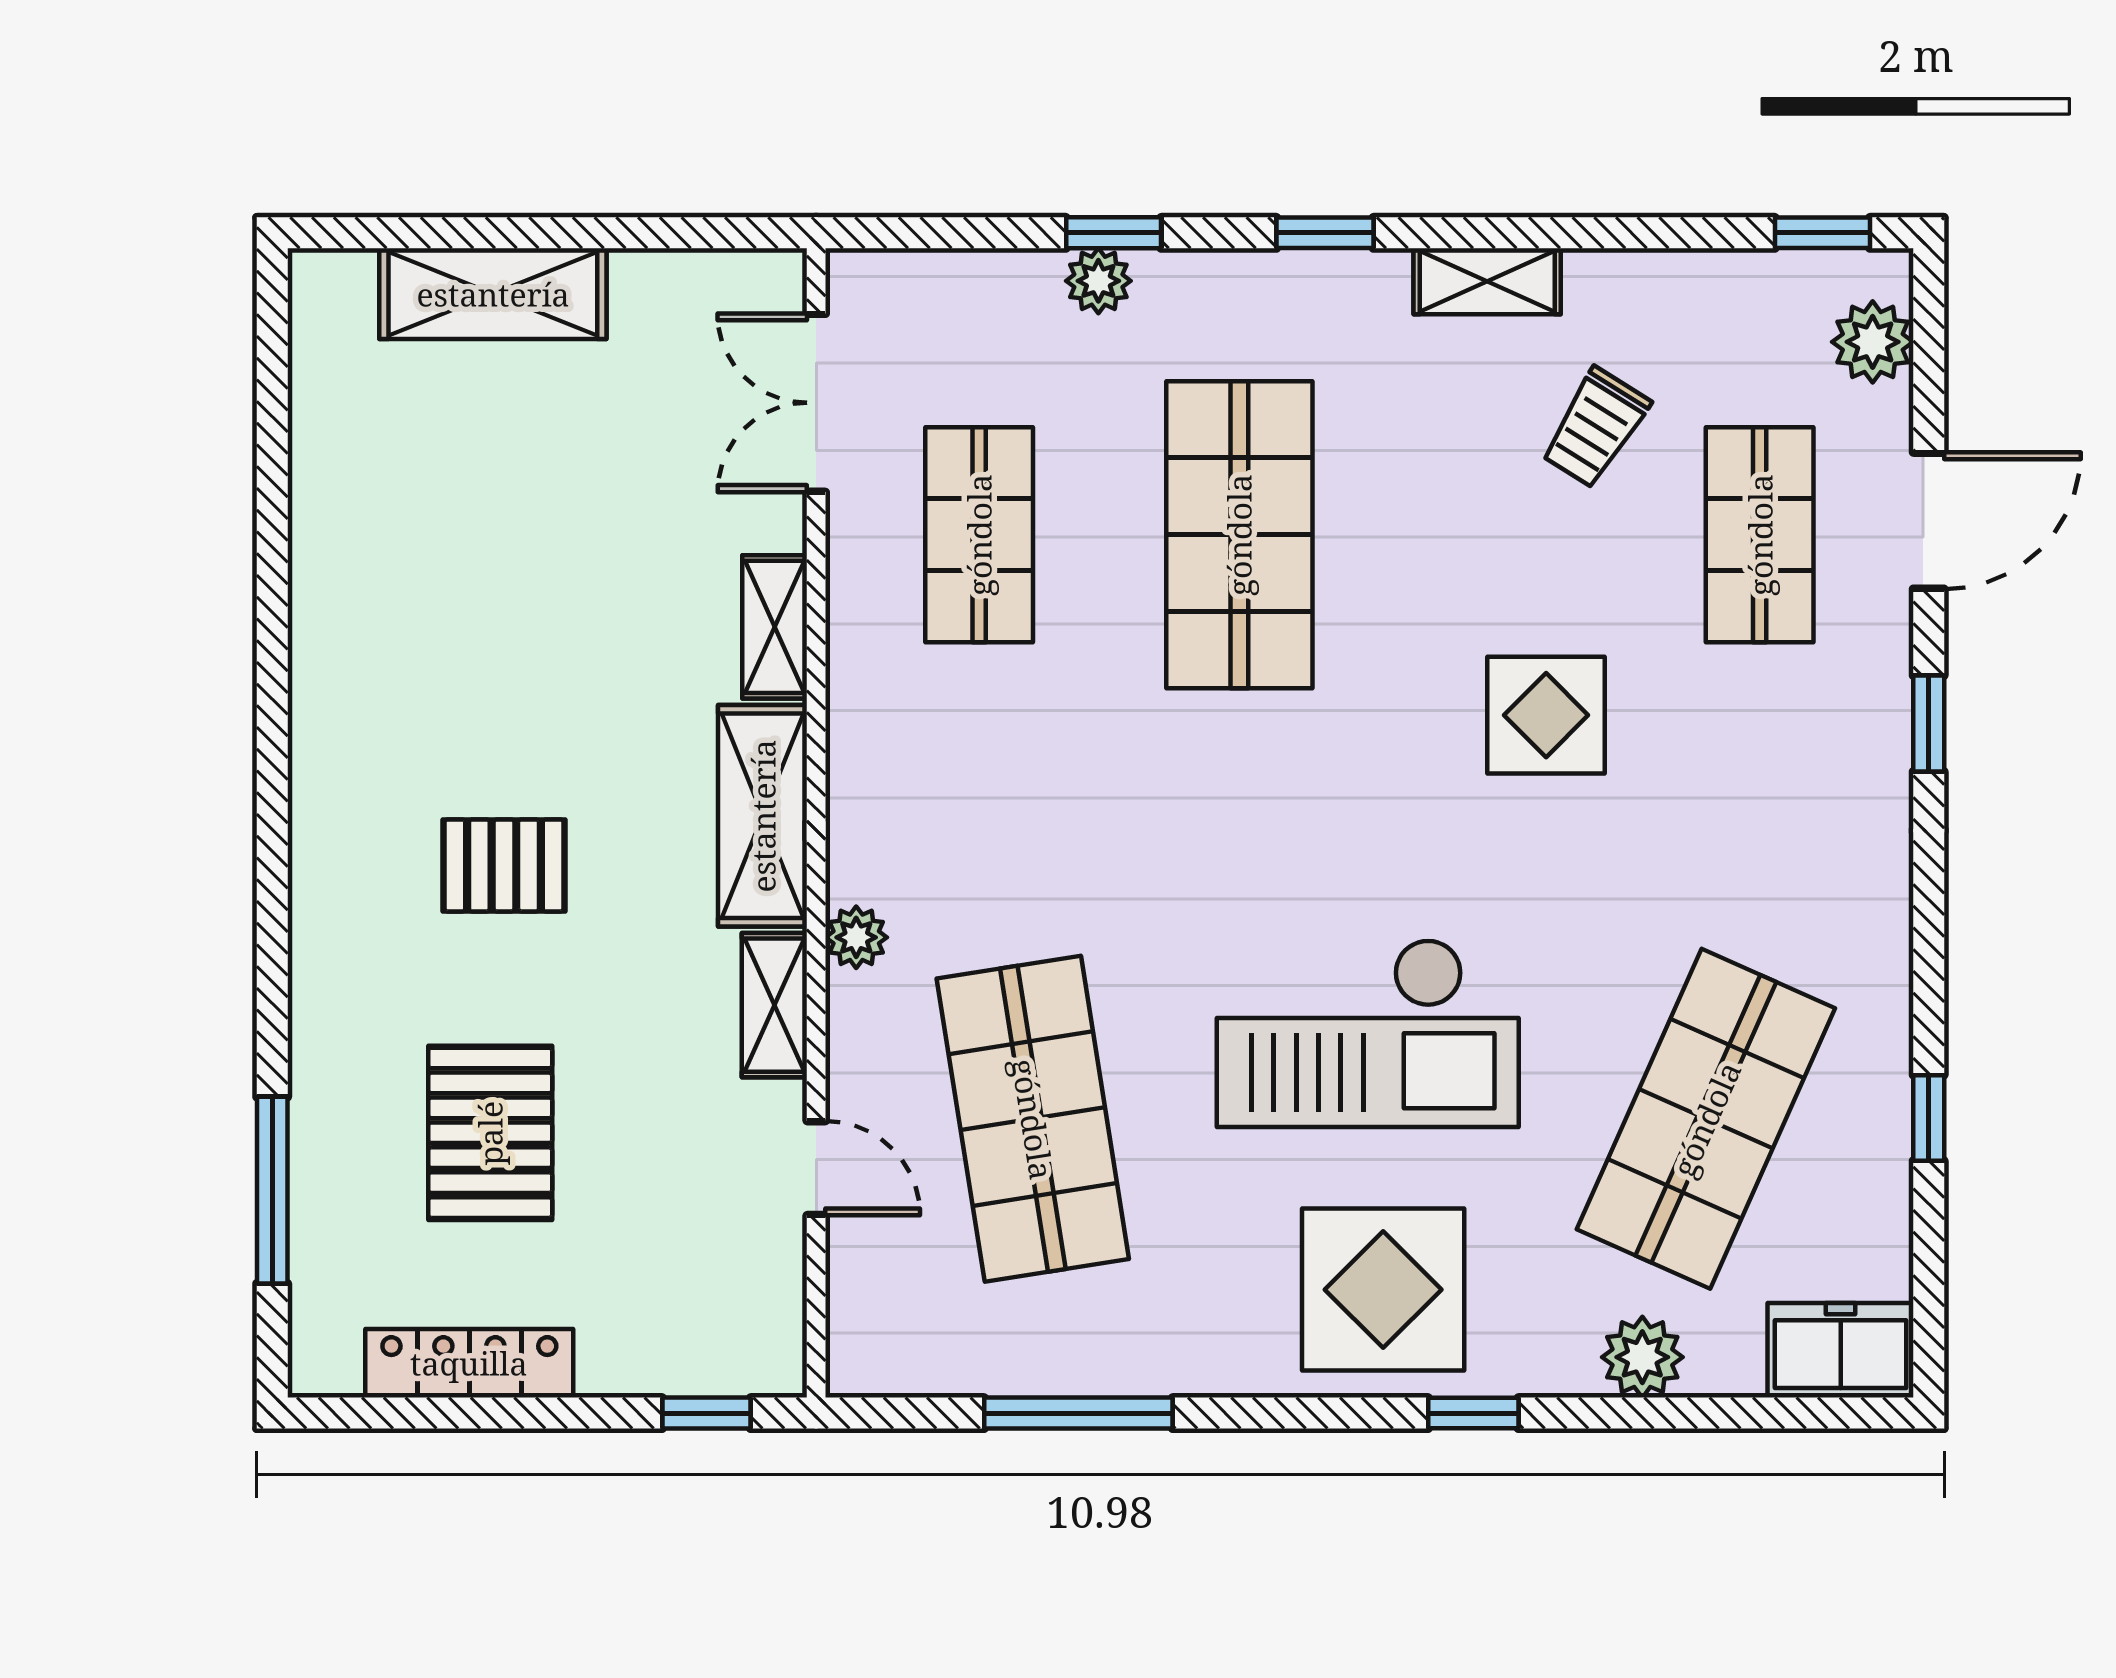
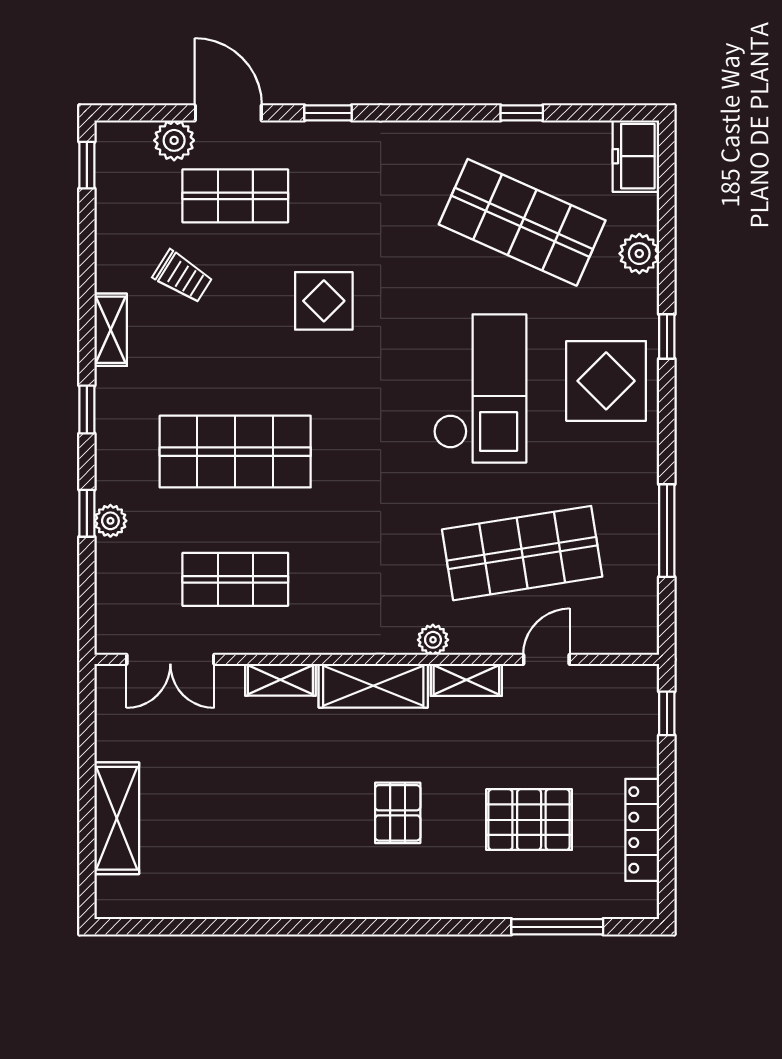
plant: (1873, 342) -> (174, 140), moved

